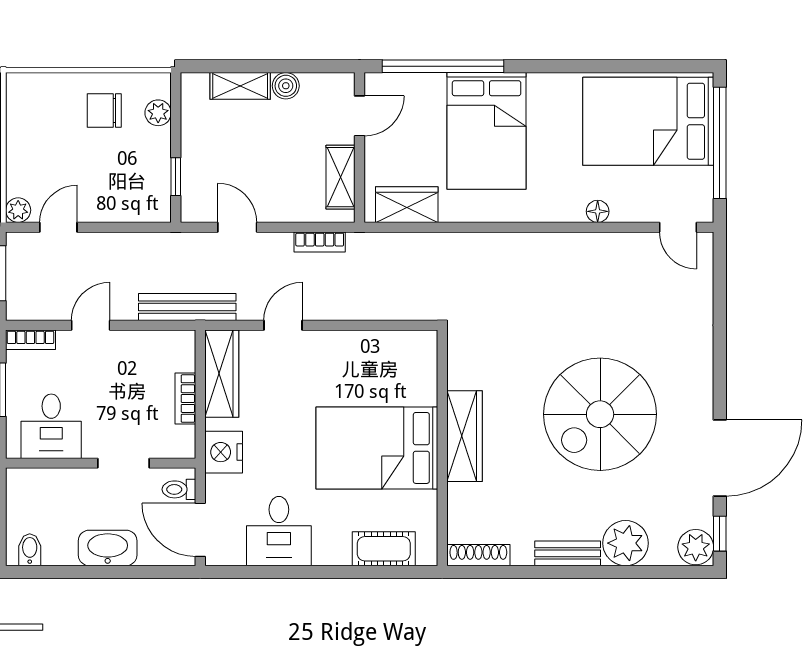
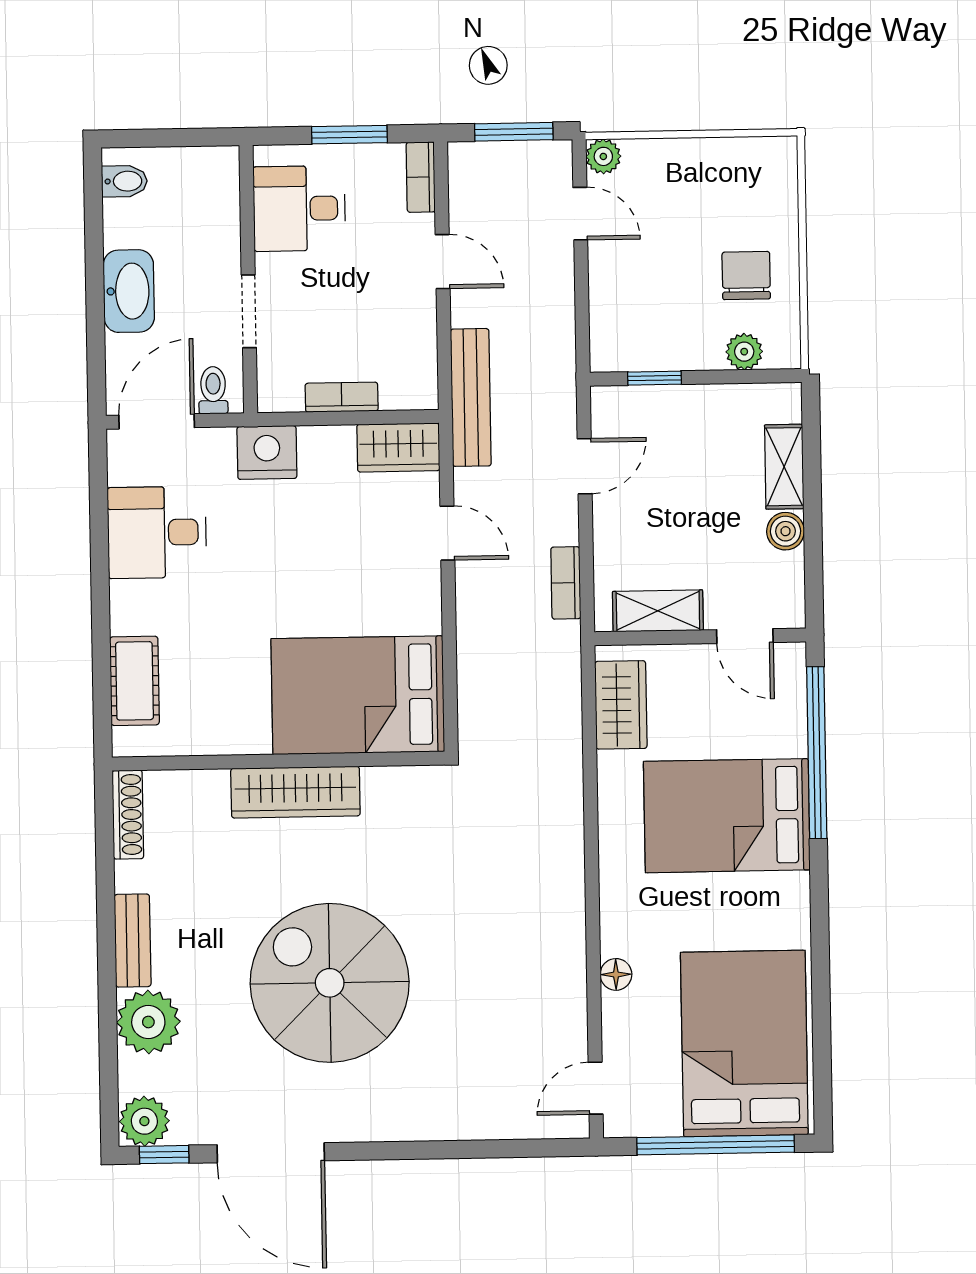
wardrobe: (222, 374) -> (398, 448), width x0.67
bed: (377, 448) -> (358, 695), moved, turned -90

